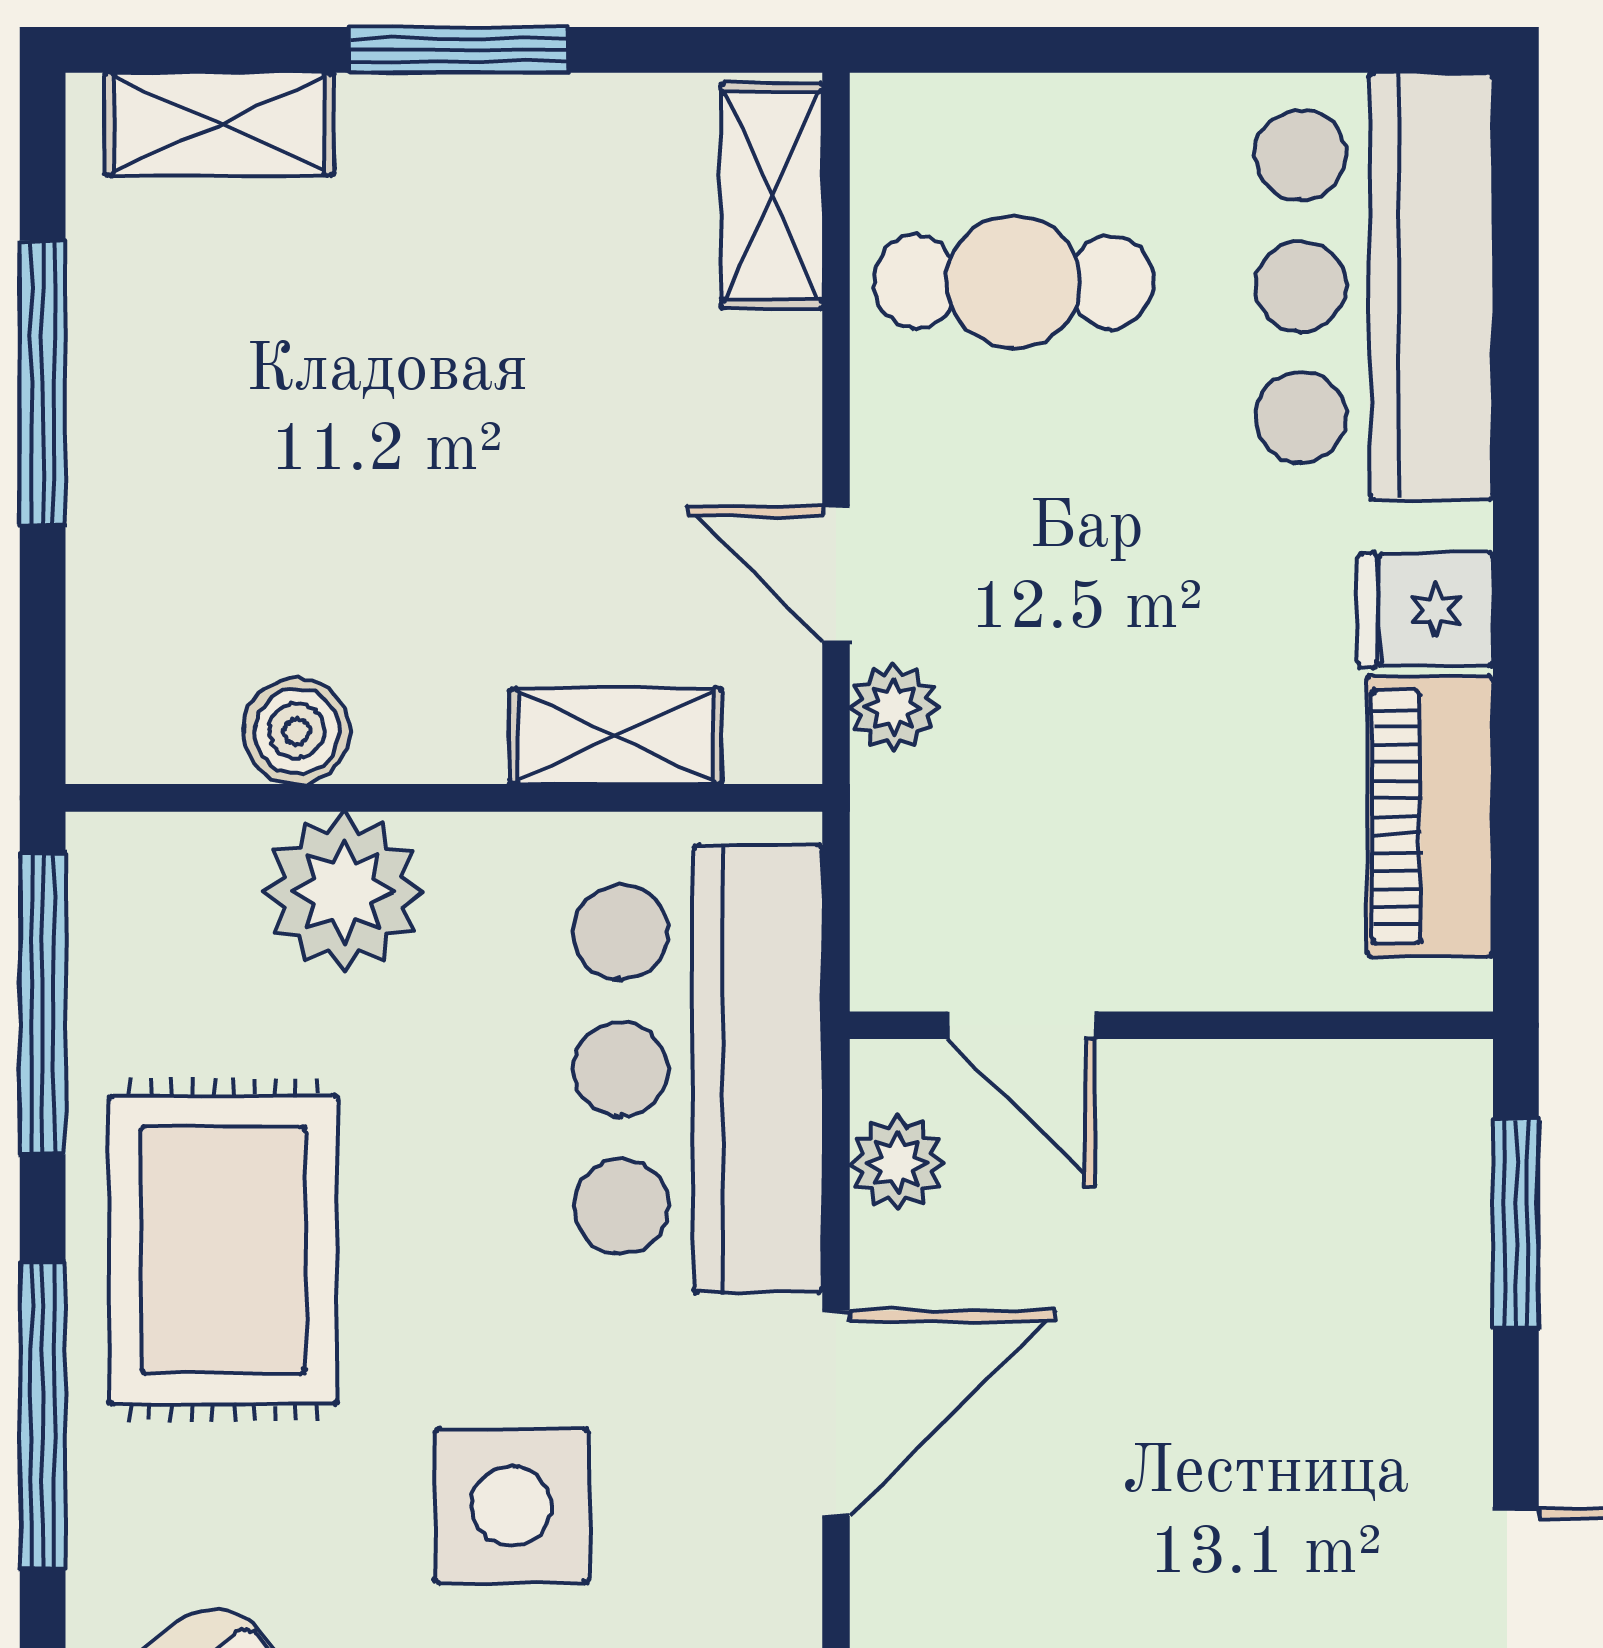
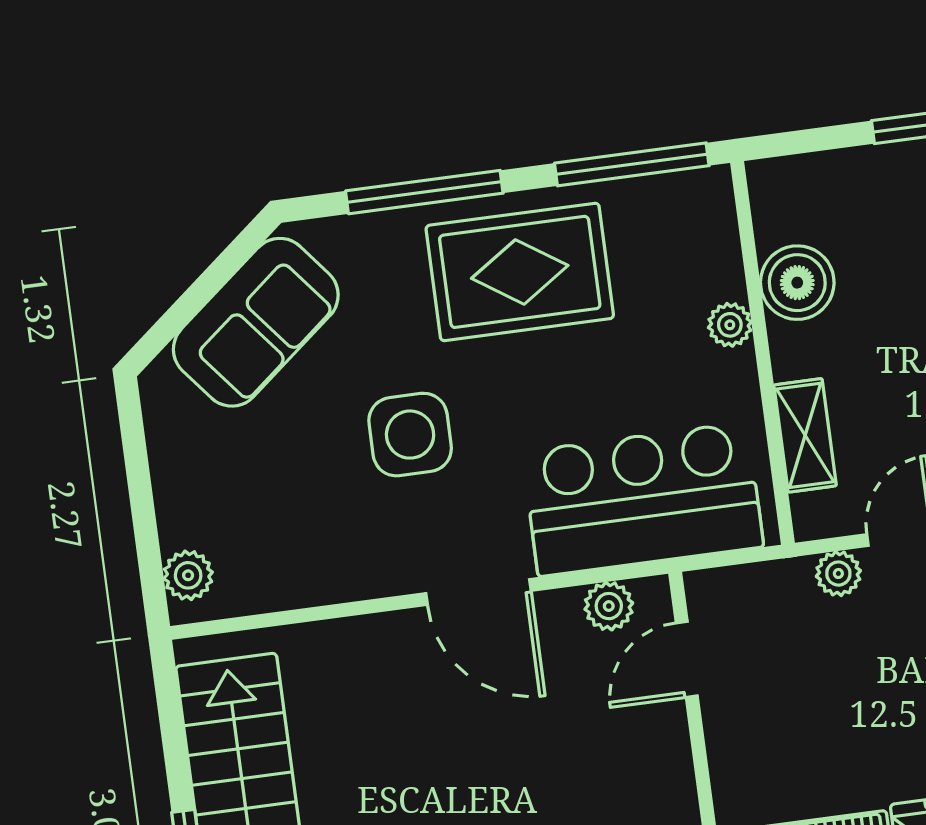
boiler: (297, 731) -> (797, 283), width x1.36, depth x1.36
plant: (343, 892) -> (730, 325), width x0.53, depth x0.53

